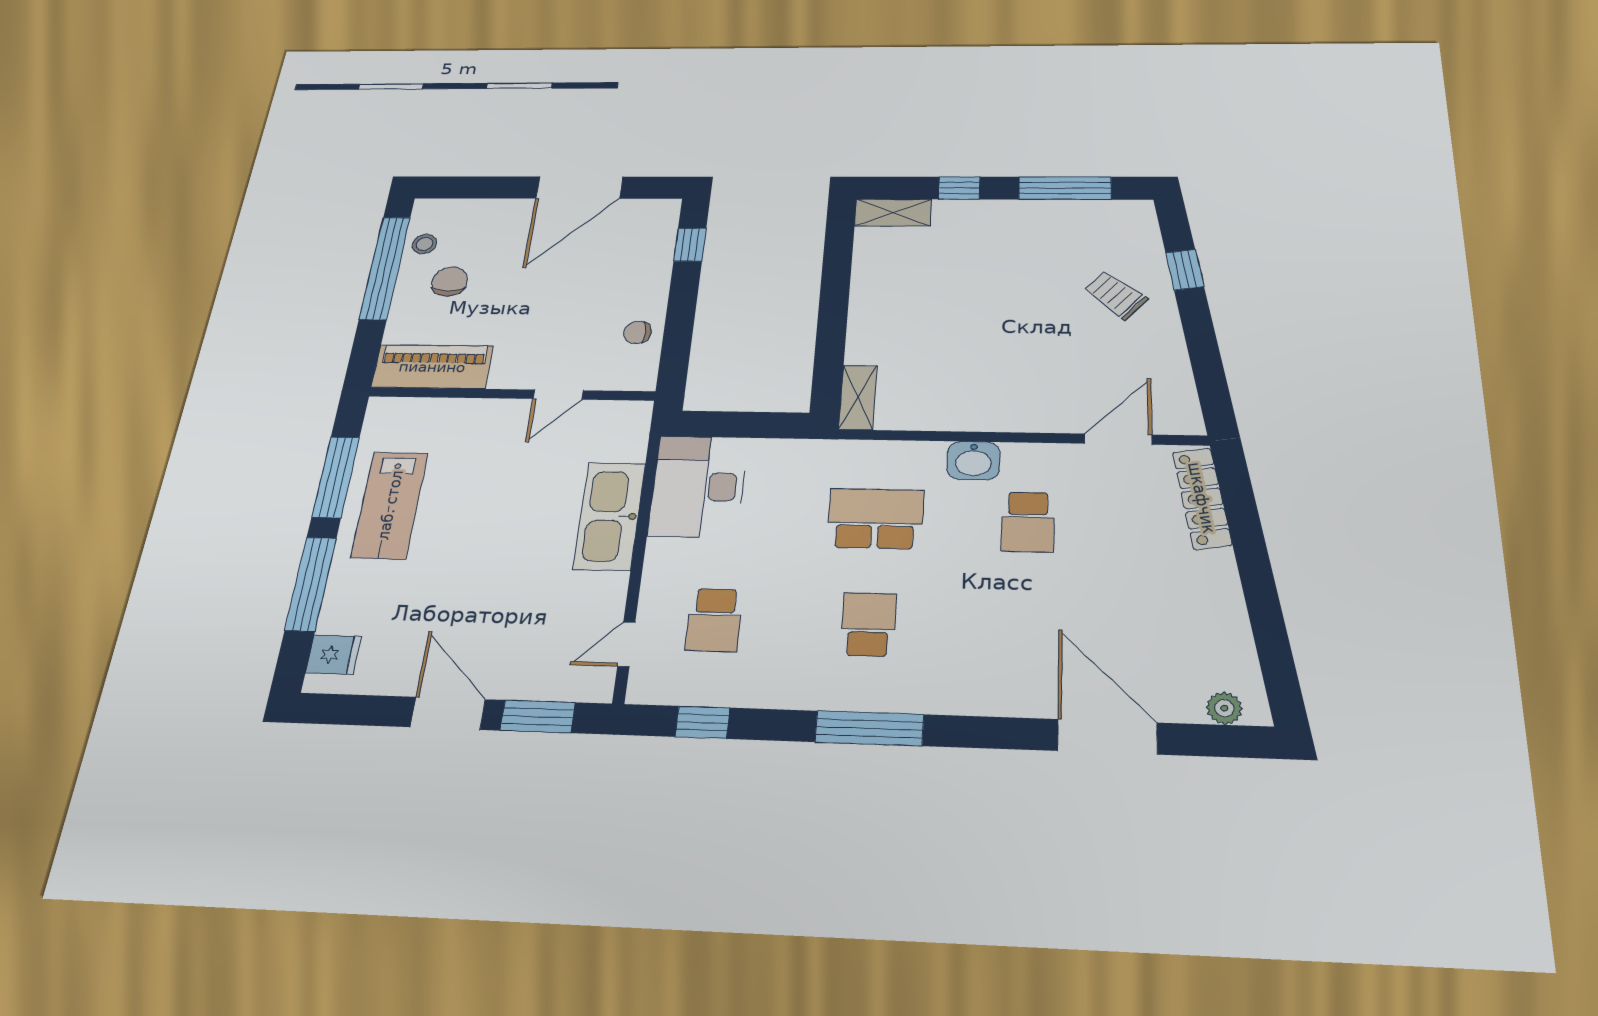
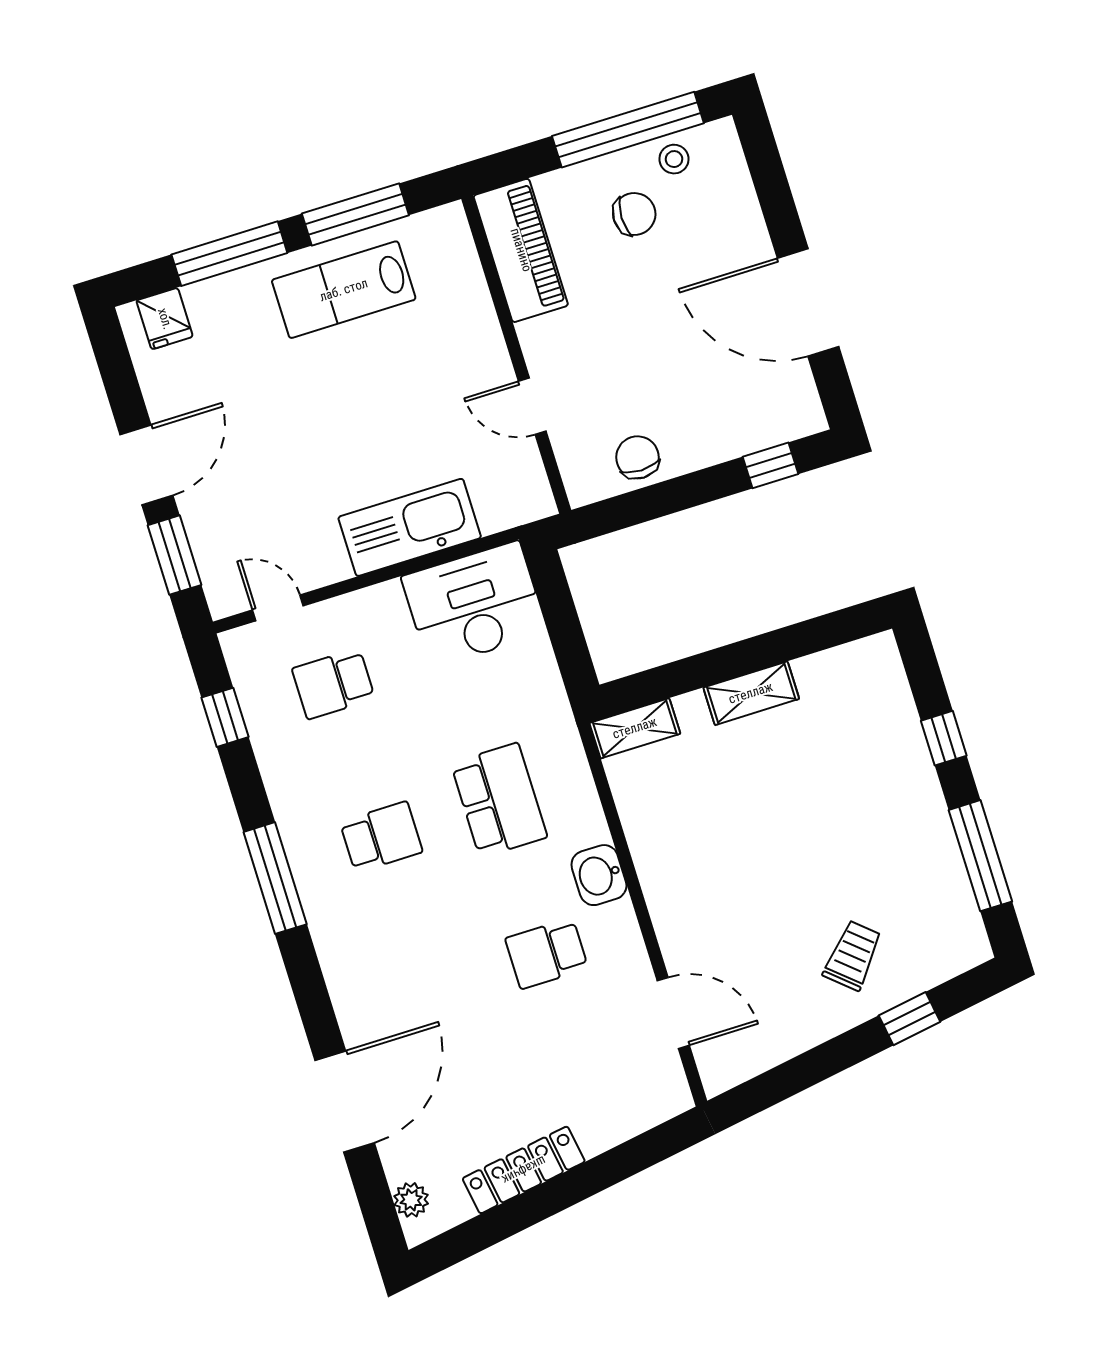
shelving: (893, 213) -> (751, 693), moved, turned 90
chair: (637, 332) -> (638, 457), width x1.37, depth x1.37
locker: (1202, 498) -> (524, 1170), moved

